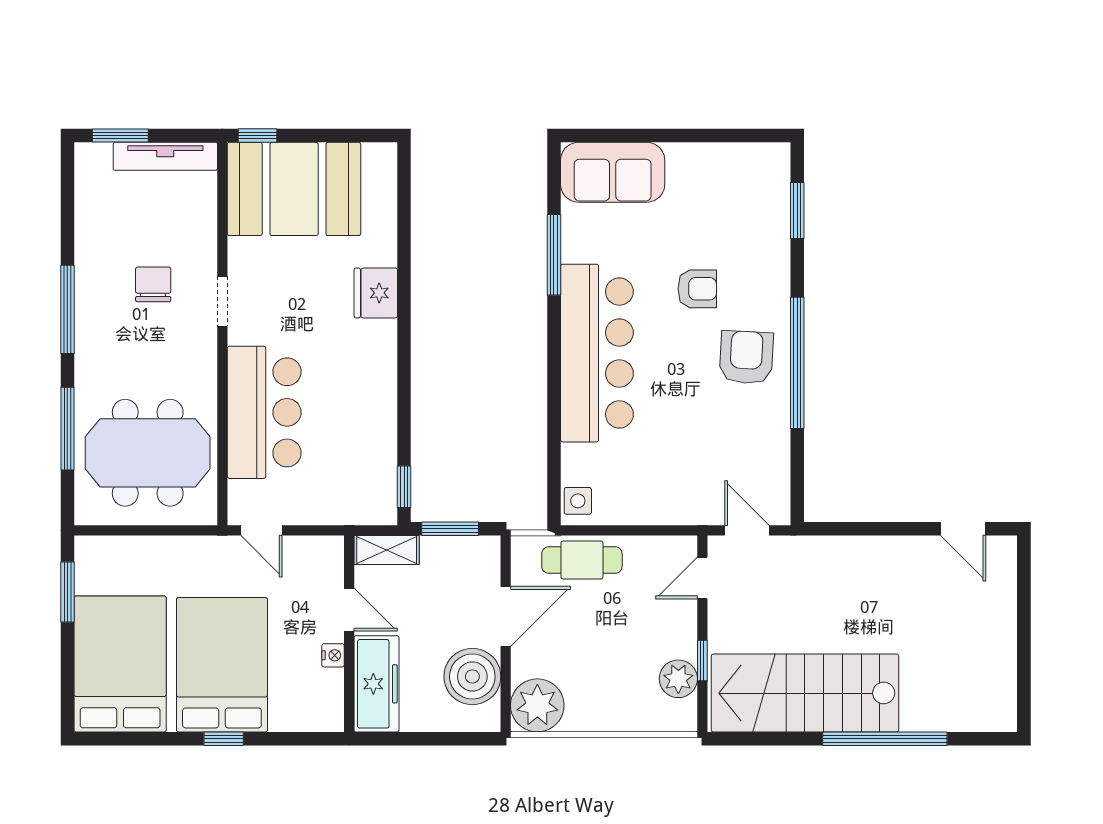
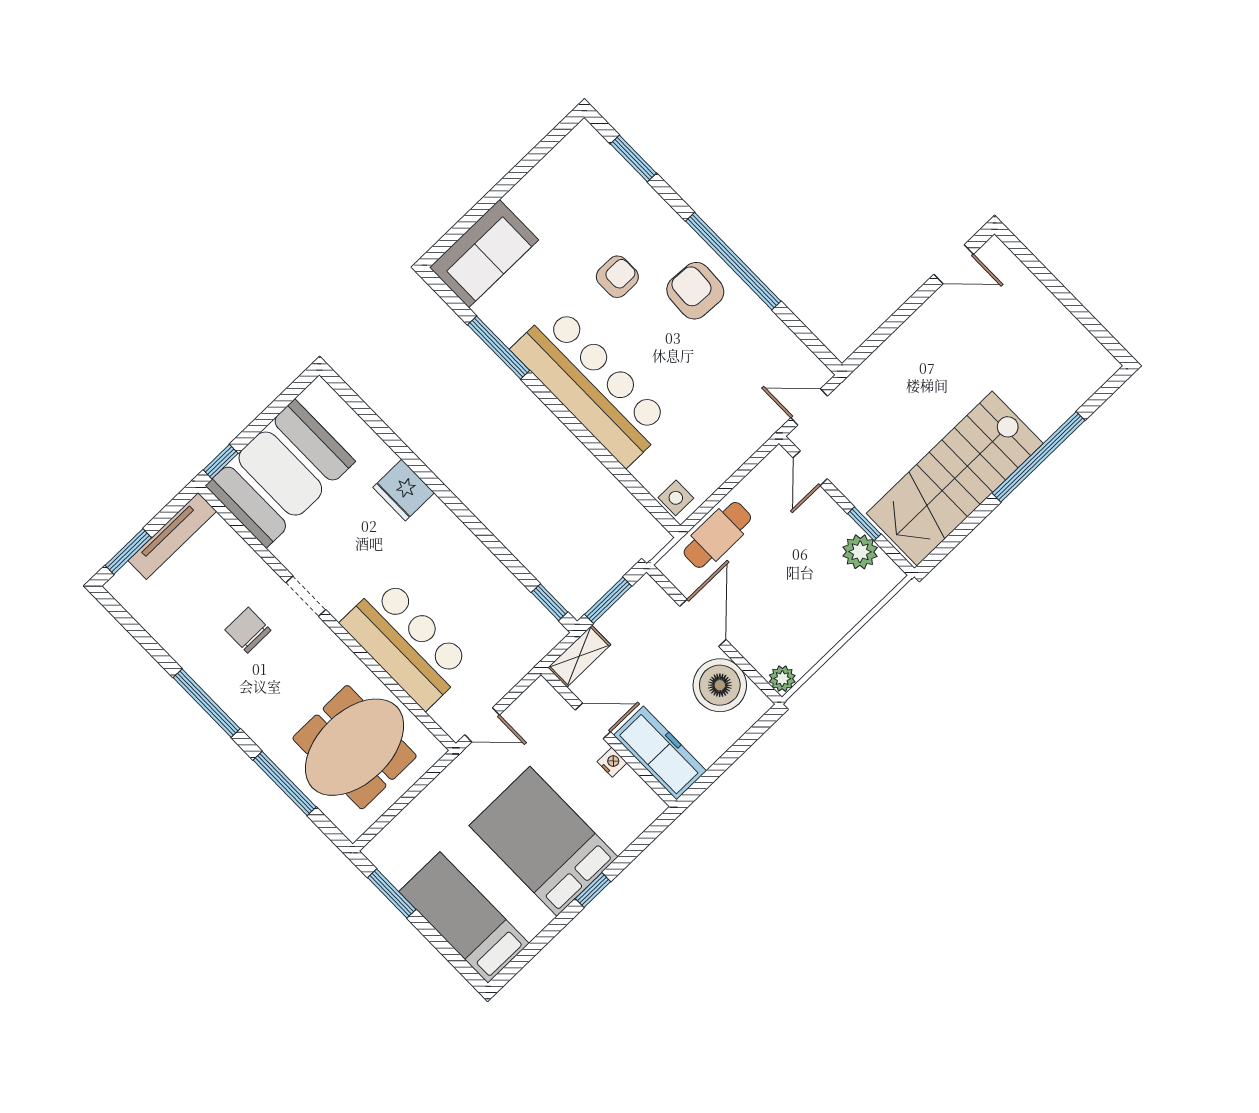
bed: (120, 664) -> (464, 917), width x0.67
plant: (537, 705) -> (782, 679), width x0.53, depth x0.53

